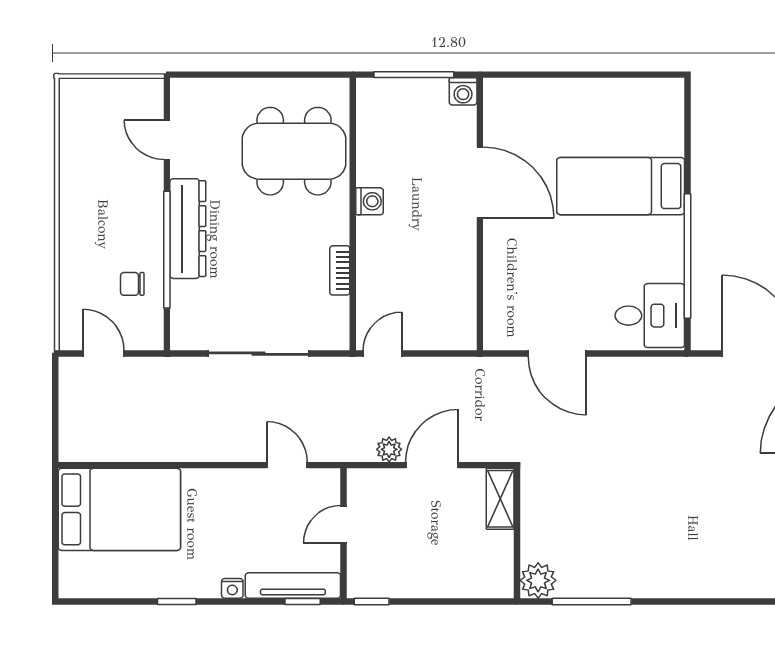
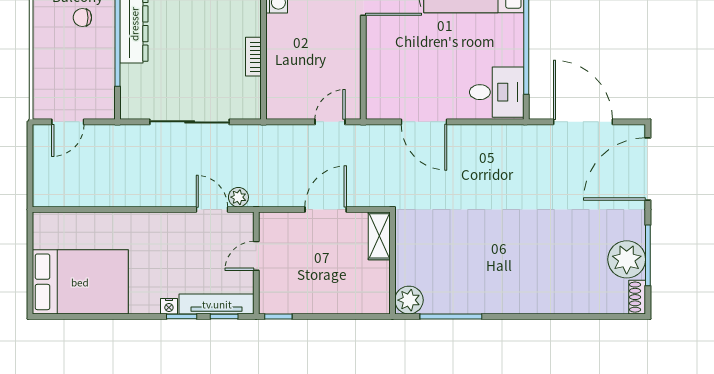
chair: (132, 284) -> (82, 18), moved
door: (104, 354) -> (68, 122), swing flipped
door: (382, 354) -> (330, 122), moved
plant: (389, 449) -> (238, 197), moved
bed: (119, 509) -> (80, 282), moved
window: (177, 601) -> (182, 317), moved

